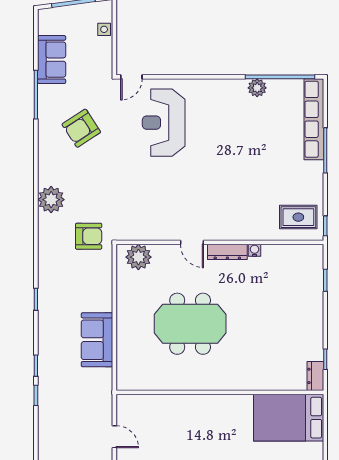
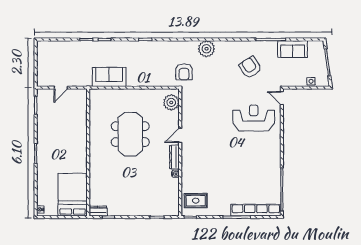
plant: (257, 88) -> (275, 175), removed
rug: (298, 217) -> (196, 201), turned 90
sofa: (97, 340) -> (109, 77), moved

